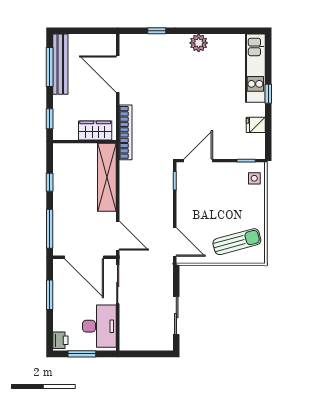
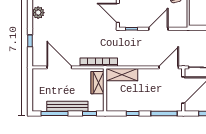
bench: (60, 64) -> (67, 106), moved
door: (118, 74) -> (59, 67), swing flipped
shelving: (107, 177) -> (122, 75), width x0.68
door: (175, 242) -> (158, 29), moved

